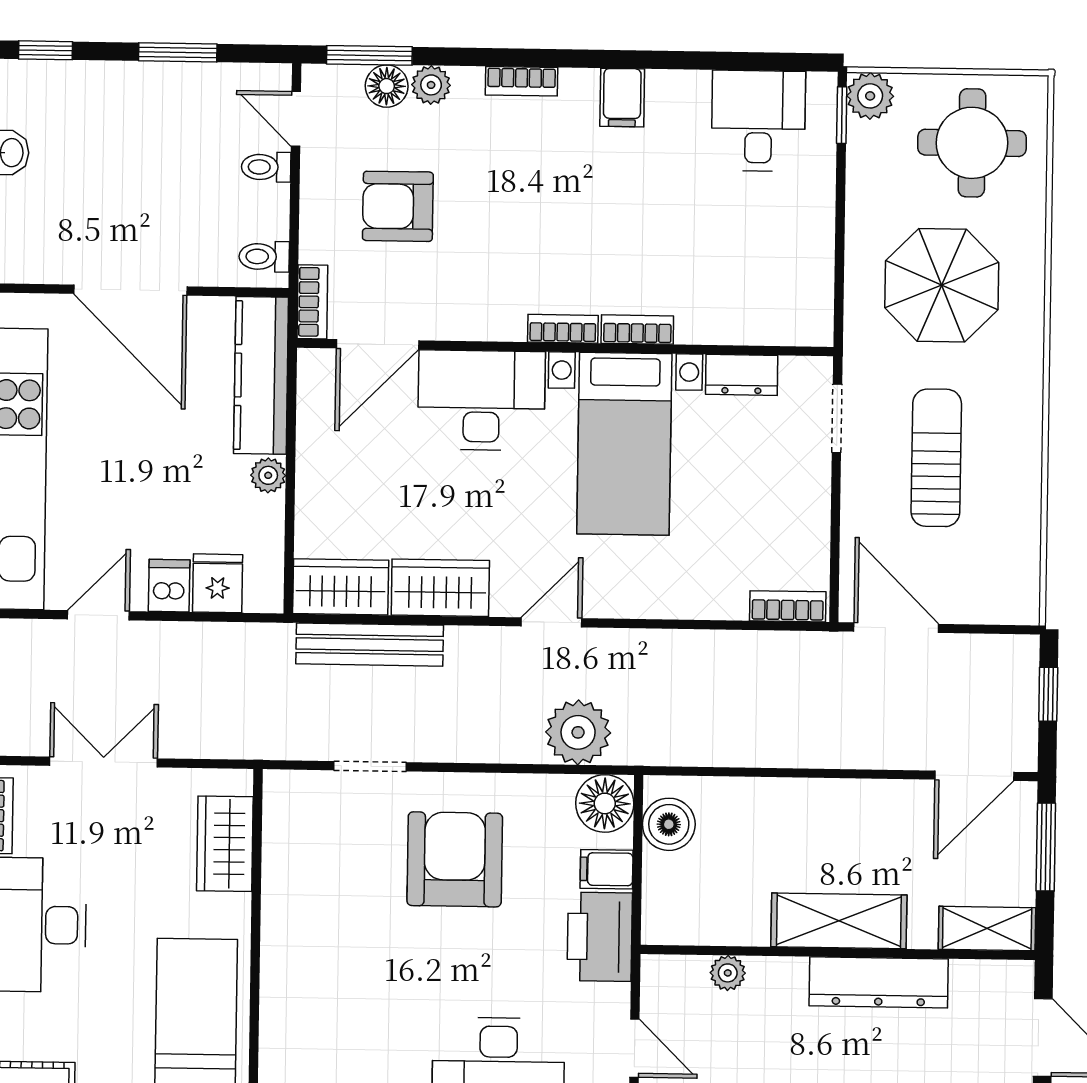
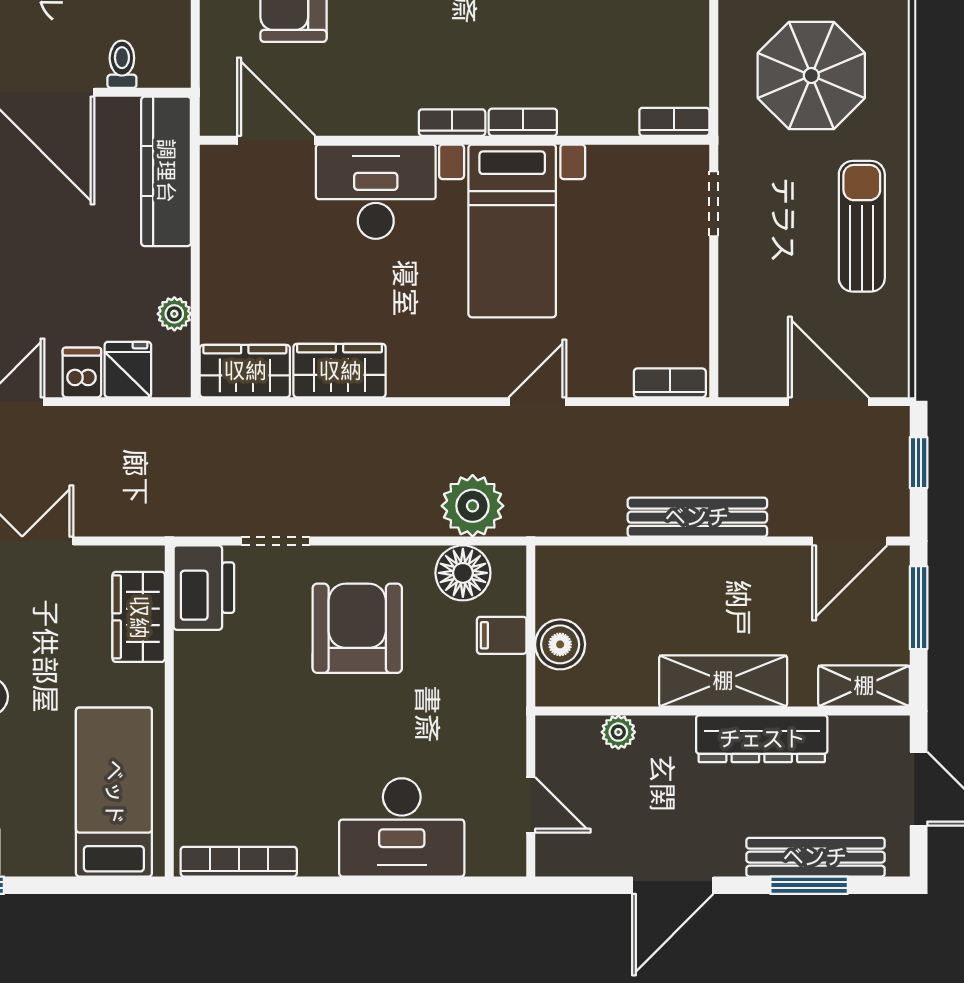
toilet: (264, 257) -> (122, 64), moved, turned 90
bookcase: (312, 302) -> (674, 122), moved, turned -90
door: (378, 344) -> (276, 140), swing flipped
dresser: (742, 375) -> (623, 164), removed
sun lounger: (936, 458) -> (862, 226), moved
plant: (268, 475) -> (174, 314), moved
door: (551, 622) -> (537, 402), moved
door: (896, 628) -> (828, 402), moved
bench: (370, 645) -> (697, 517), moved
floor lamp: (605, 803) -> (463, 573), moved
boiler: (669, 824) -> (560, 644), moved
printer: (600, 937) -> (204, 588), moved, turned 180

